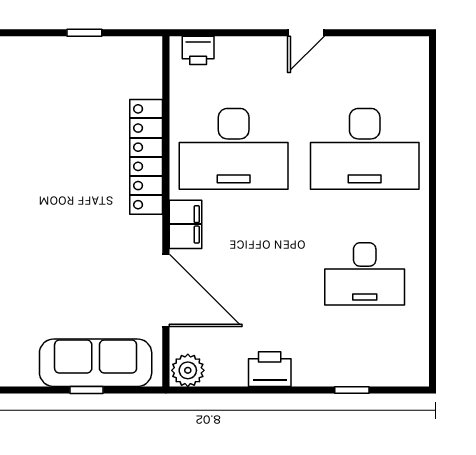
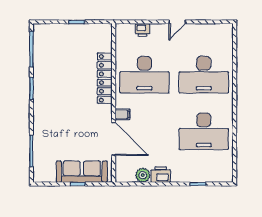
printer: (198, 50) -> (142, 30), moved
filing cabinet: (185, 224) -> (123, 114), width x0.50
desk: (365, 274) -> (204, 131), width x1.36, depth x1.30
plant: (188, 370) -> (143, 175), moved

